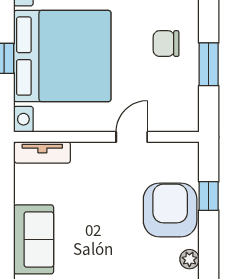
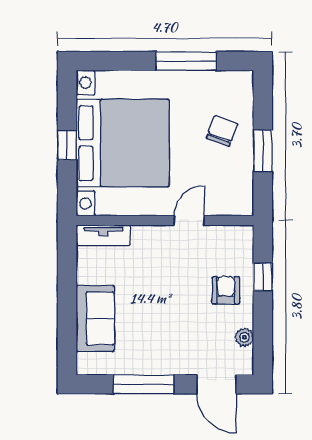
chair: (166, 44) -> (222, 131), turned 111
armchair: (170, 210) -> (226, 290), width x0.53, depth x0.53

